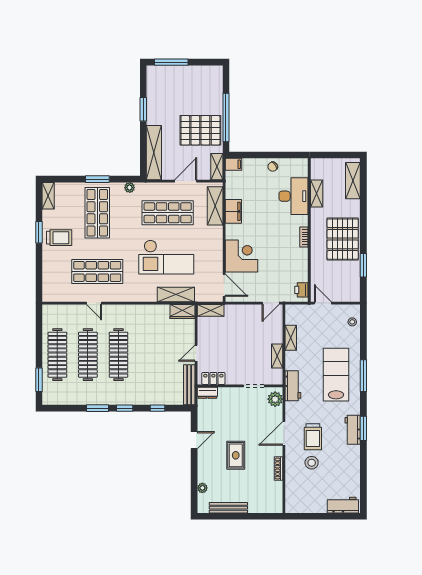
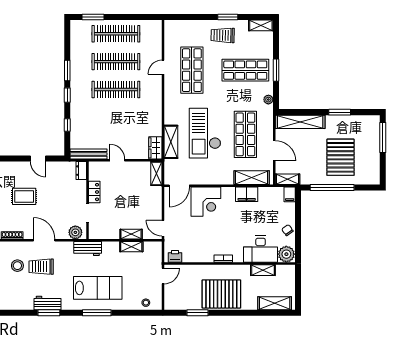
pallet: (200, 130) -> (340, 157), moved
plant: (299, 168) -> (286, 254), added
trolley: (59, 238) -> (223, 35), turned 91
shelving: (277, 356) -> (131, 234), moved
locker: (213, 378) -> (94, 192), moved

